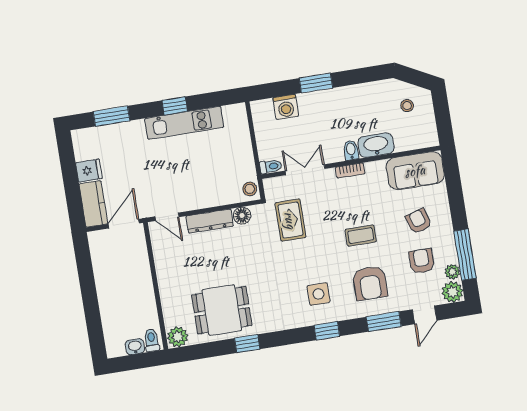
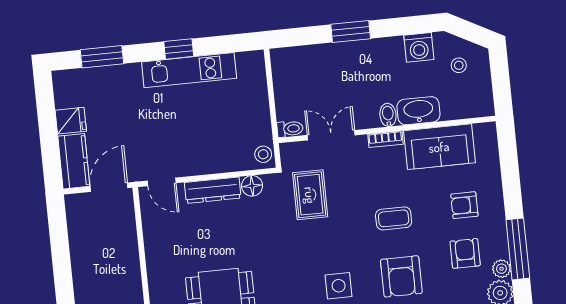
washing machine: (286, 107) -> (419, 47), moved
sofa: (415, 171) -> (439, 147), moved
armchair: (419, 221) -> (464, 205), turned -73

